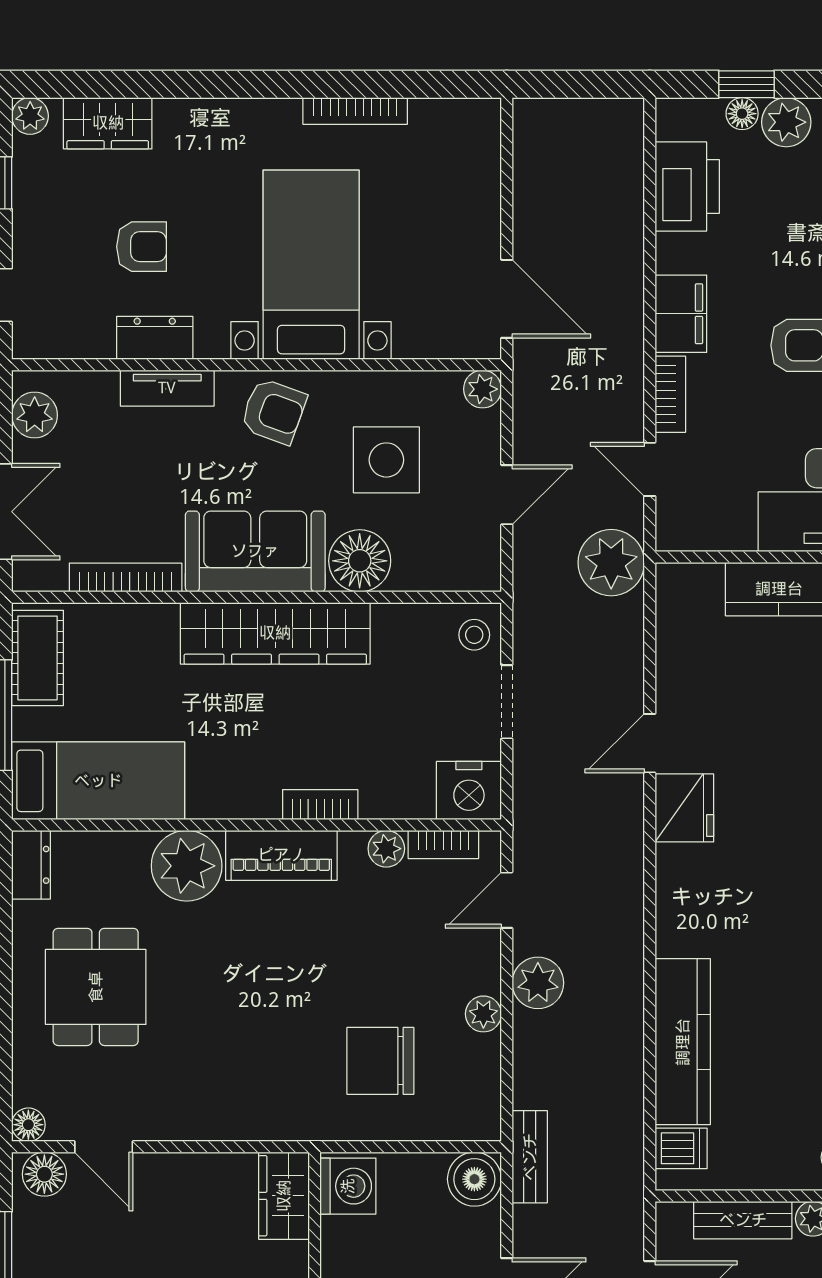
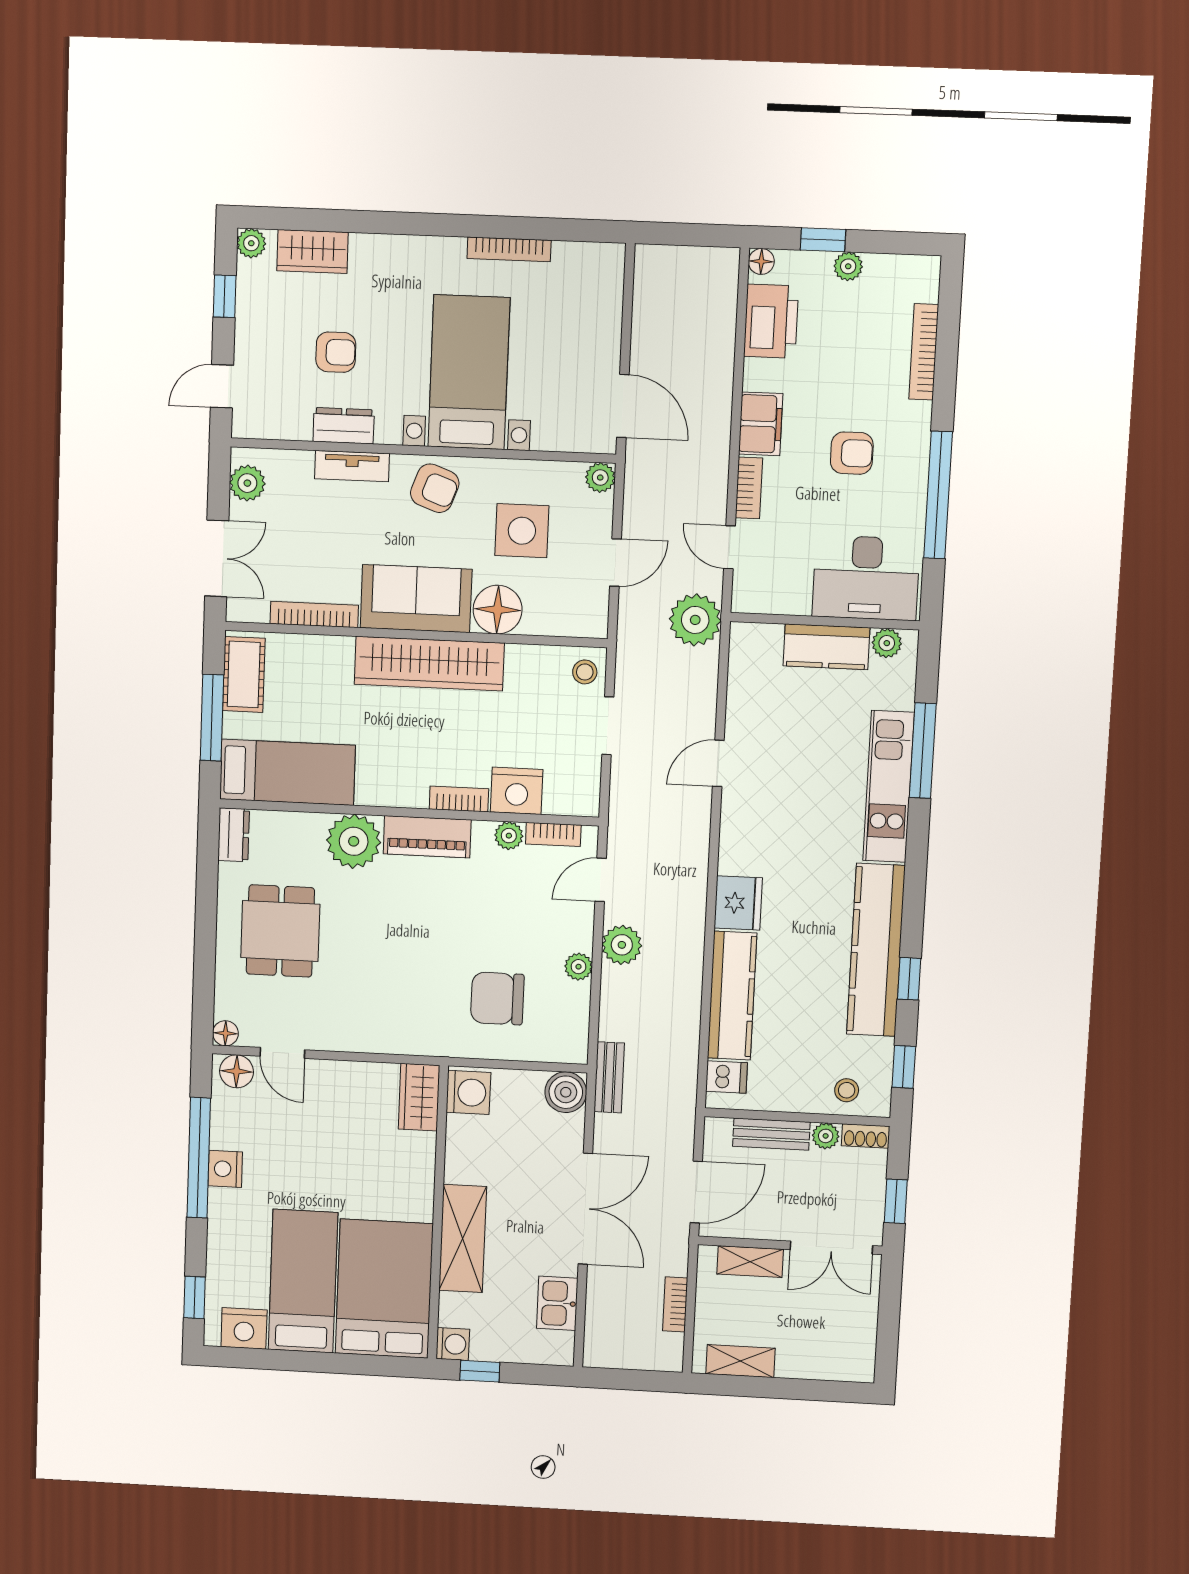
floor lamp: (742, 114) -> (761, 261), moved
plant: (786, 122) -> (848, 266), width x0.73, depth x0.73
nightstand: (469, 791) -> (517, 791), moved
fridge: (684, 808) -> (738, 903), moved

